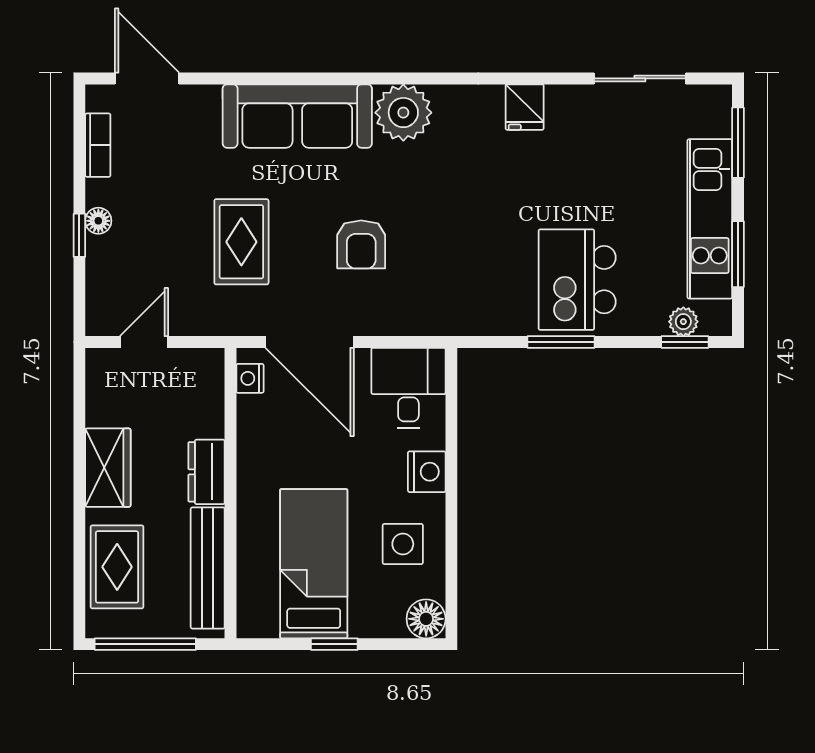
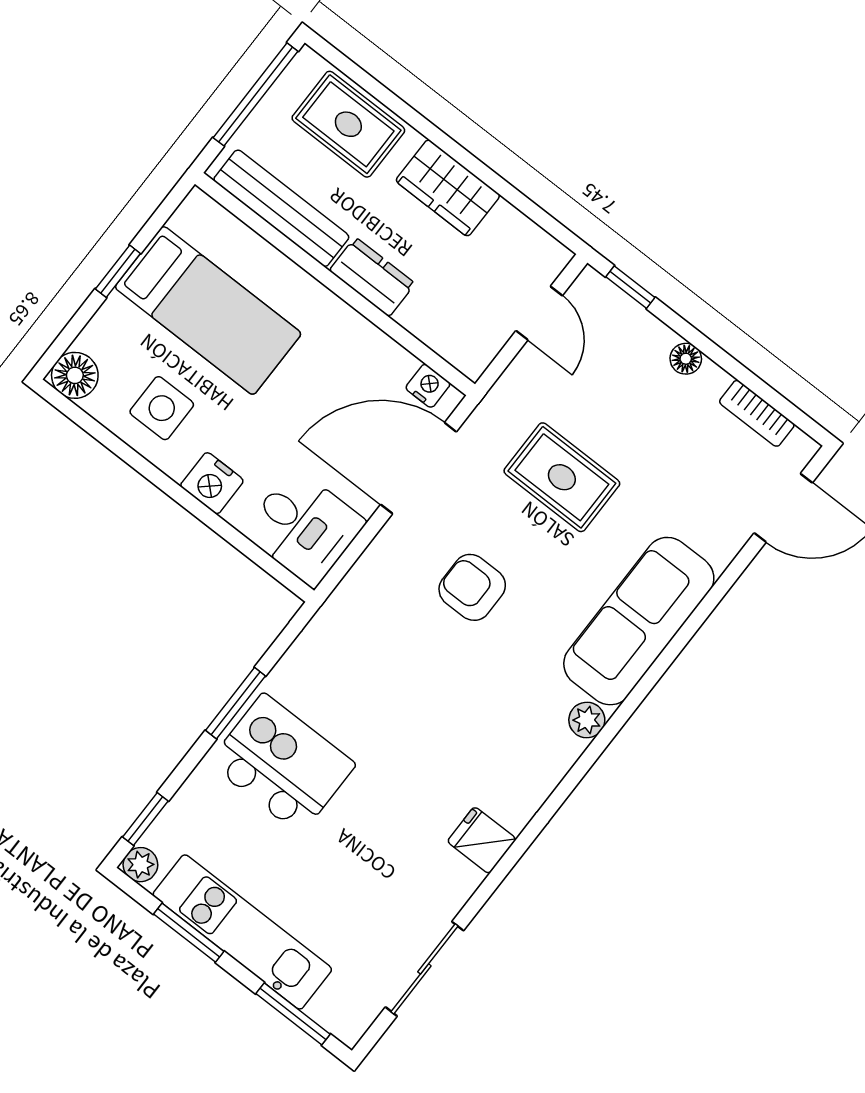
plant: (403, 113) -> (587, 720), width x0.53, depth x0.53
window: (79, 235) -> (630, 287), moved
plant: (683, 322) -> (140, 865), moved

